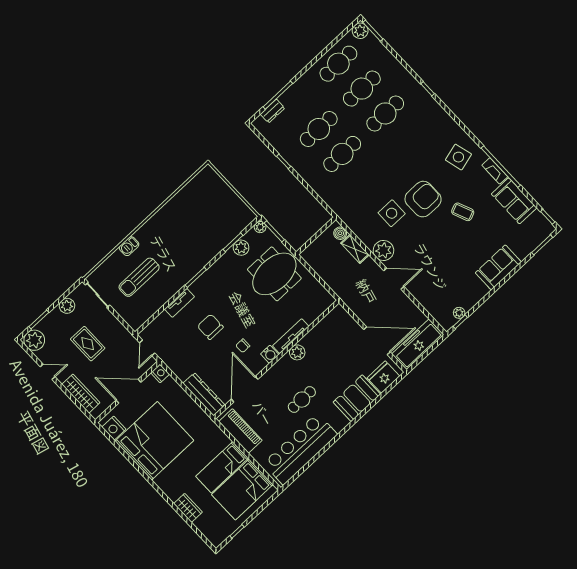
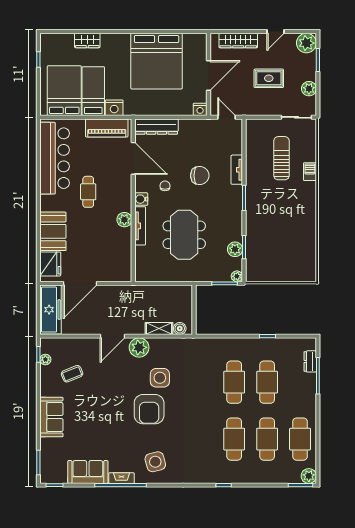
coffee table: (463, 212) -> (72, 374), moved
meeting table: (274, 274) -> (184, 235), moved
nightstand: (114, 428) -> (114, 108), moved, turned 180

